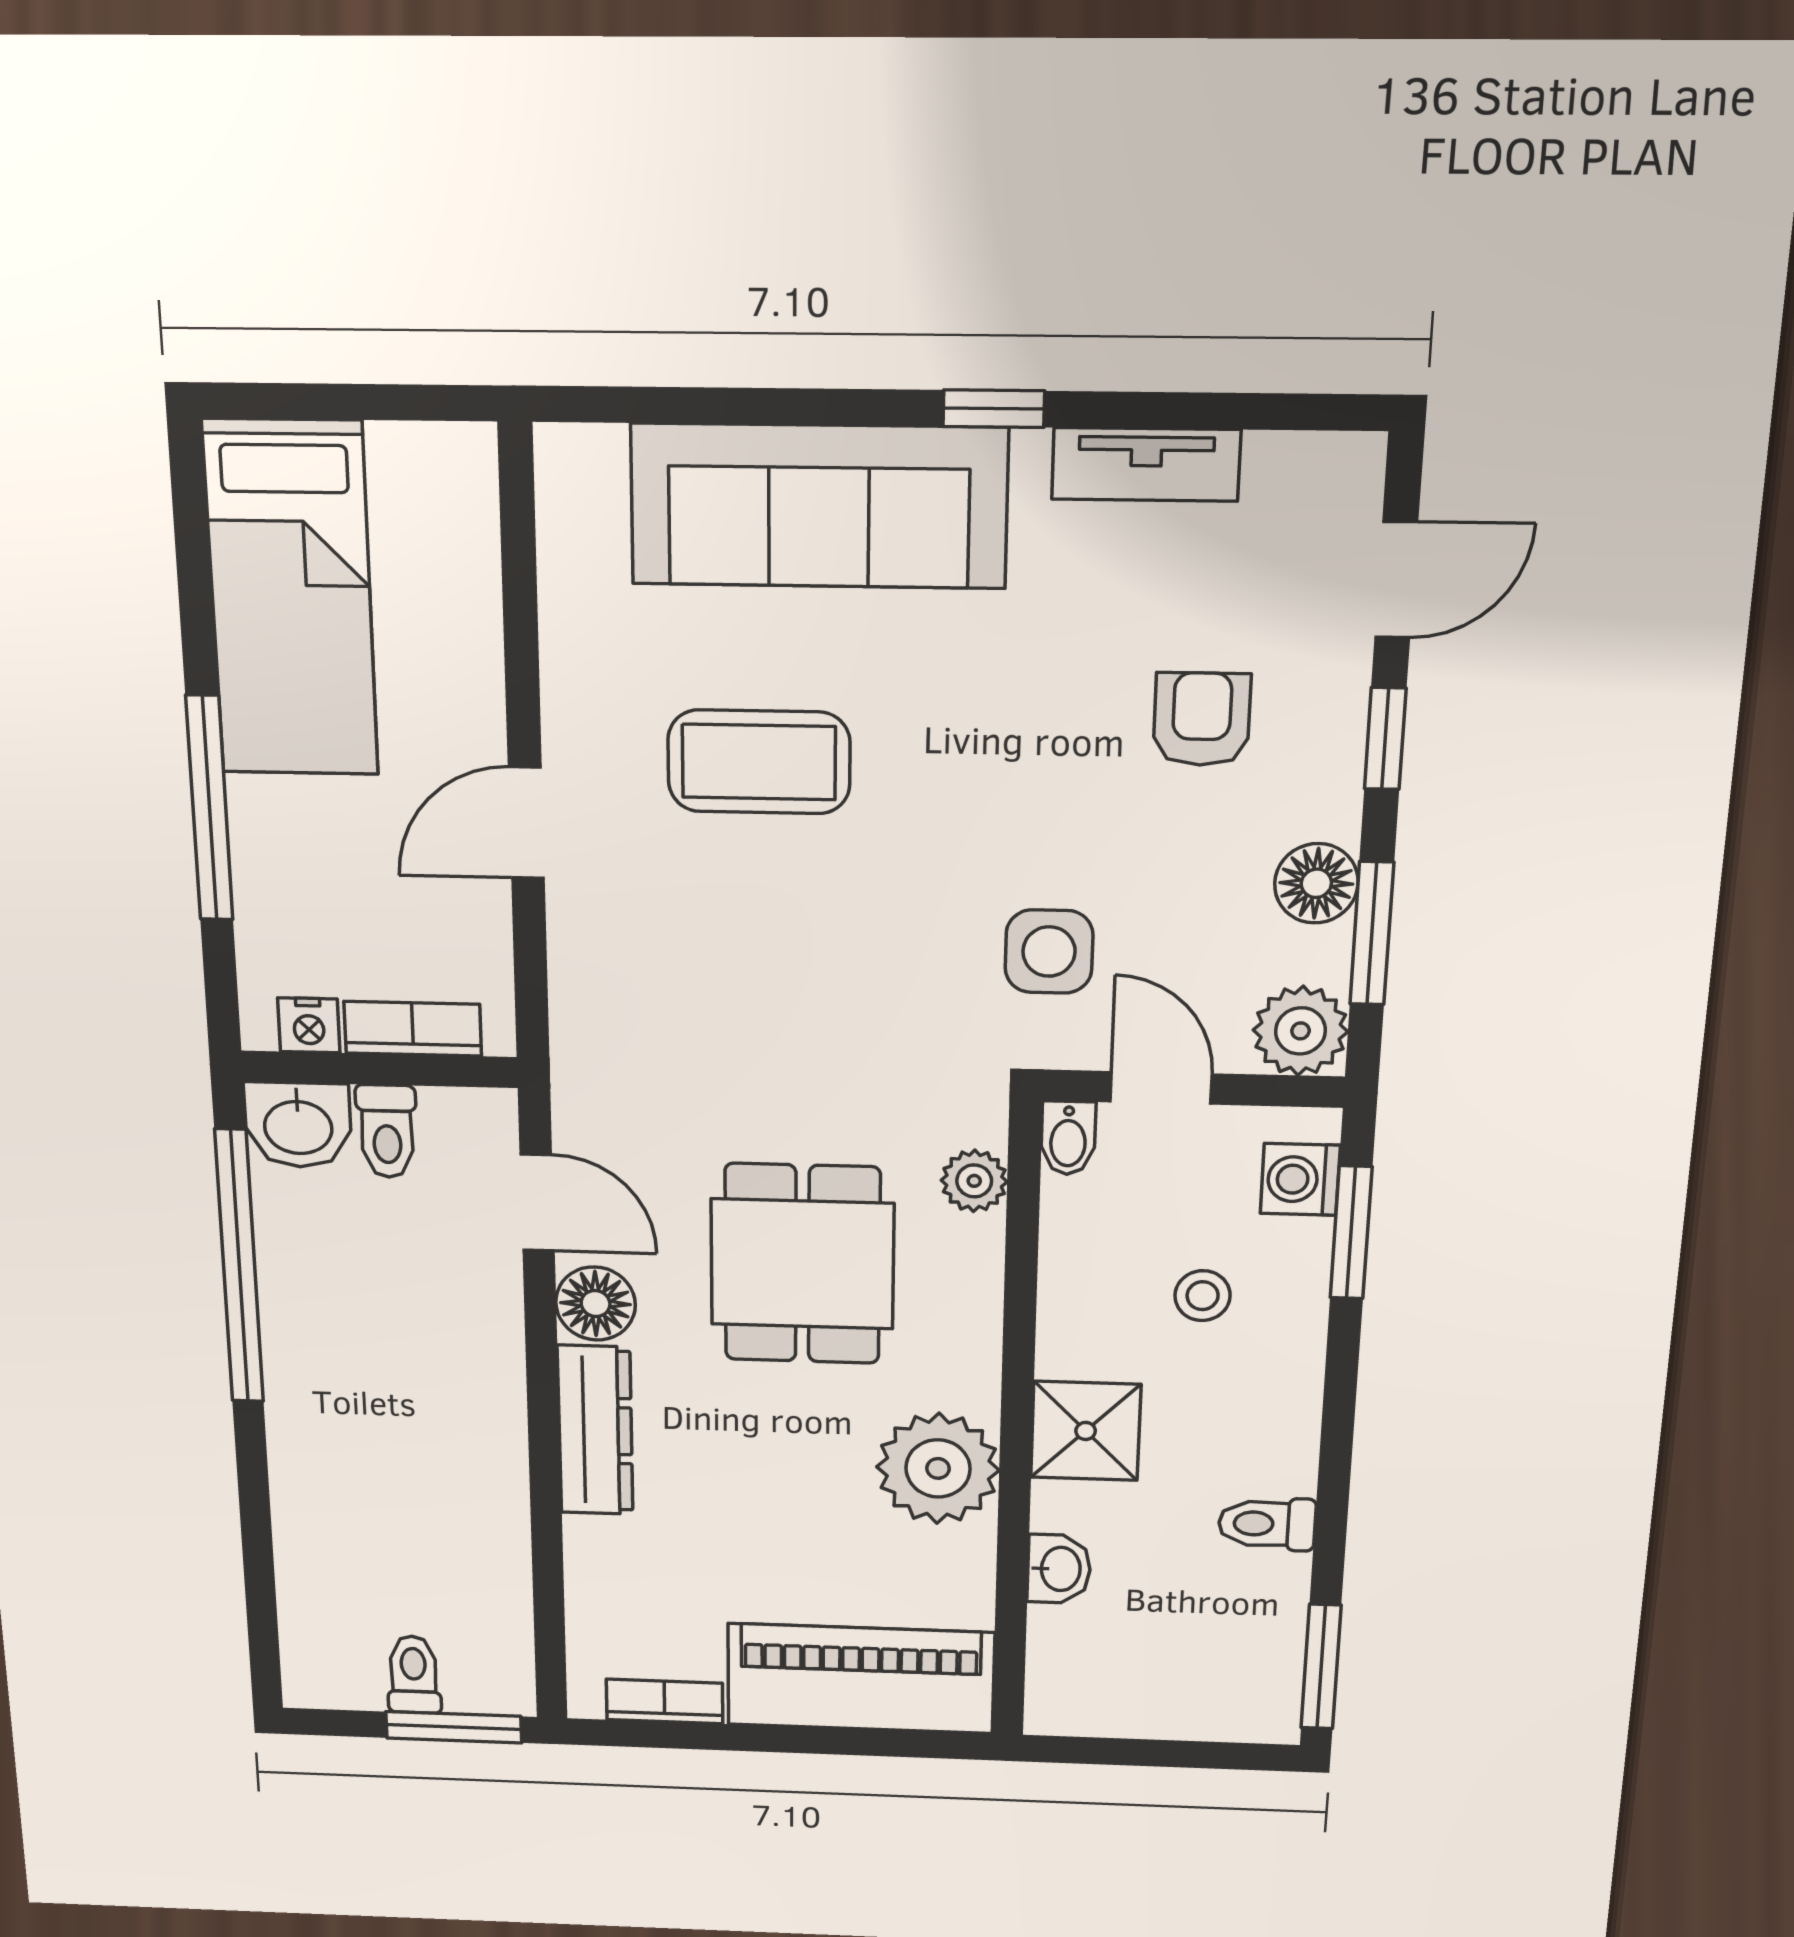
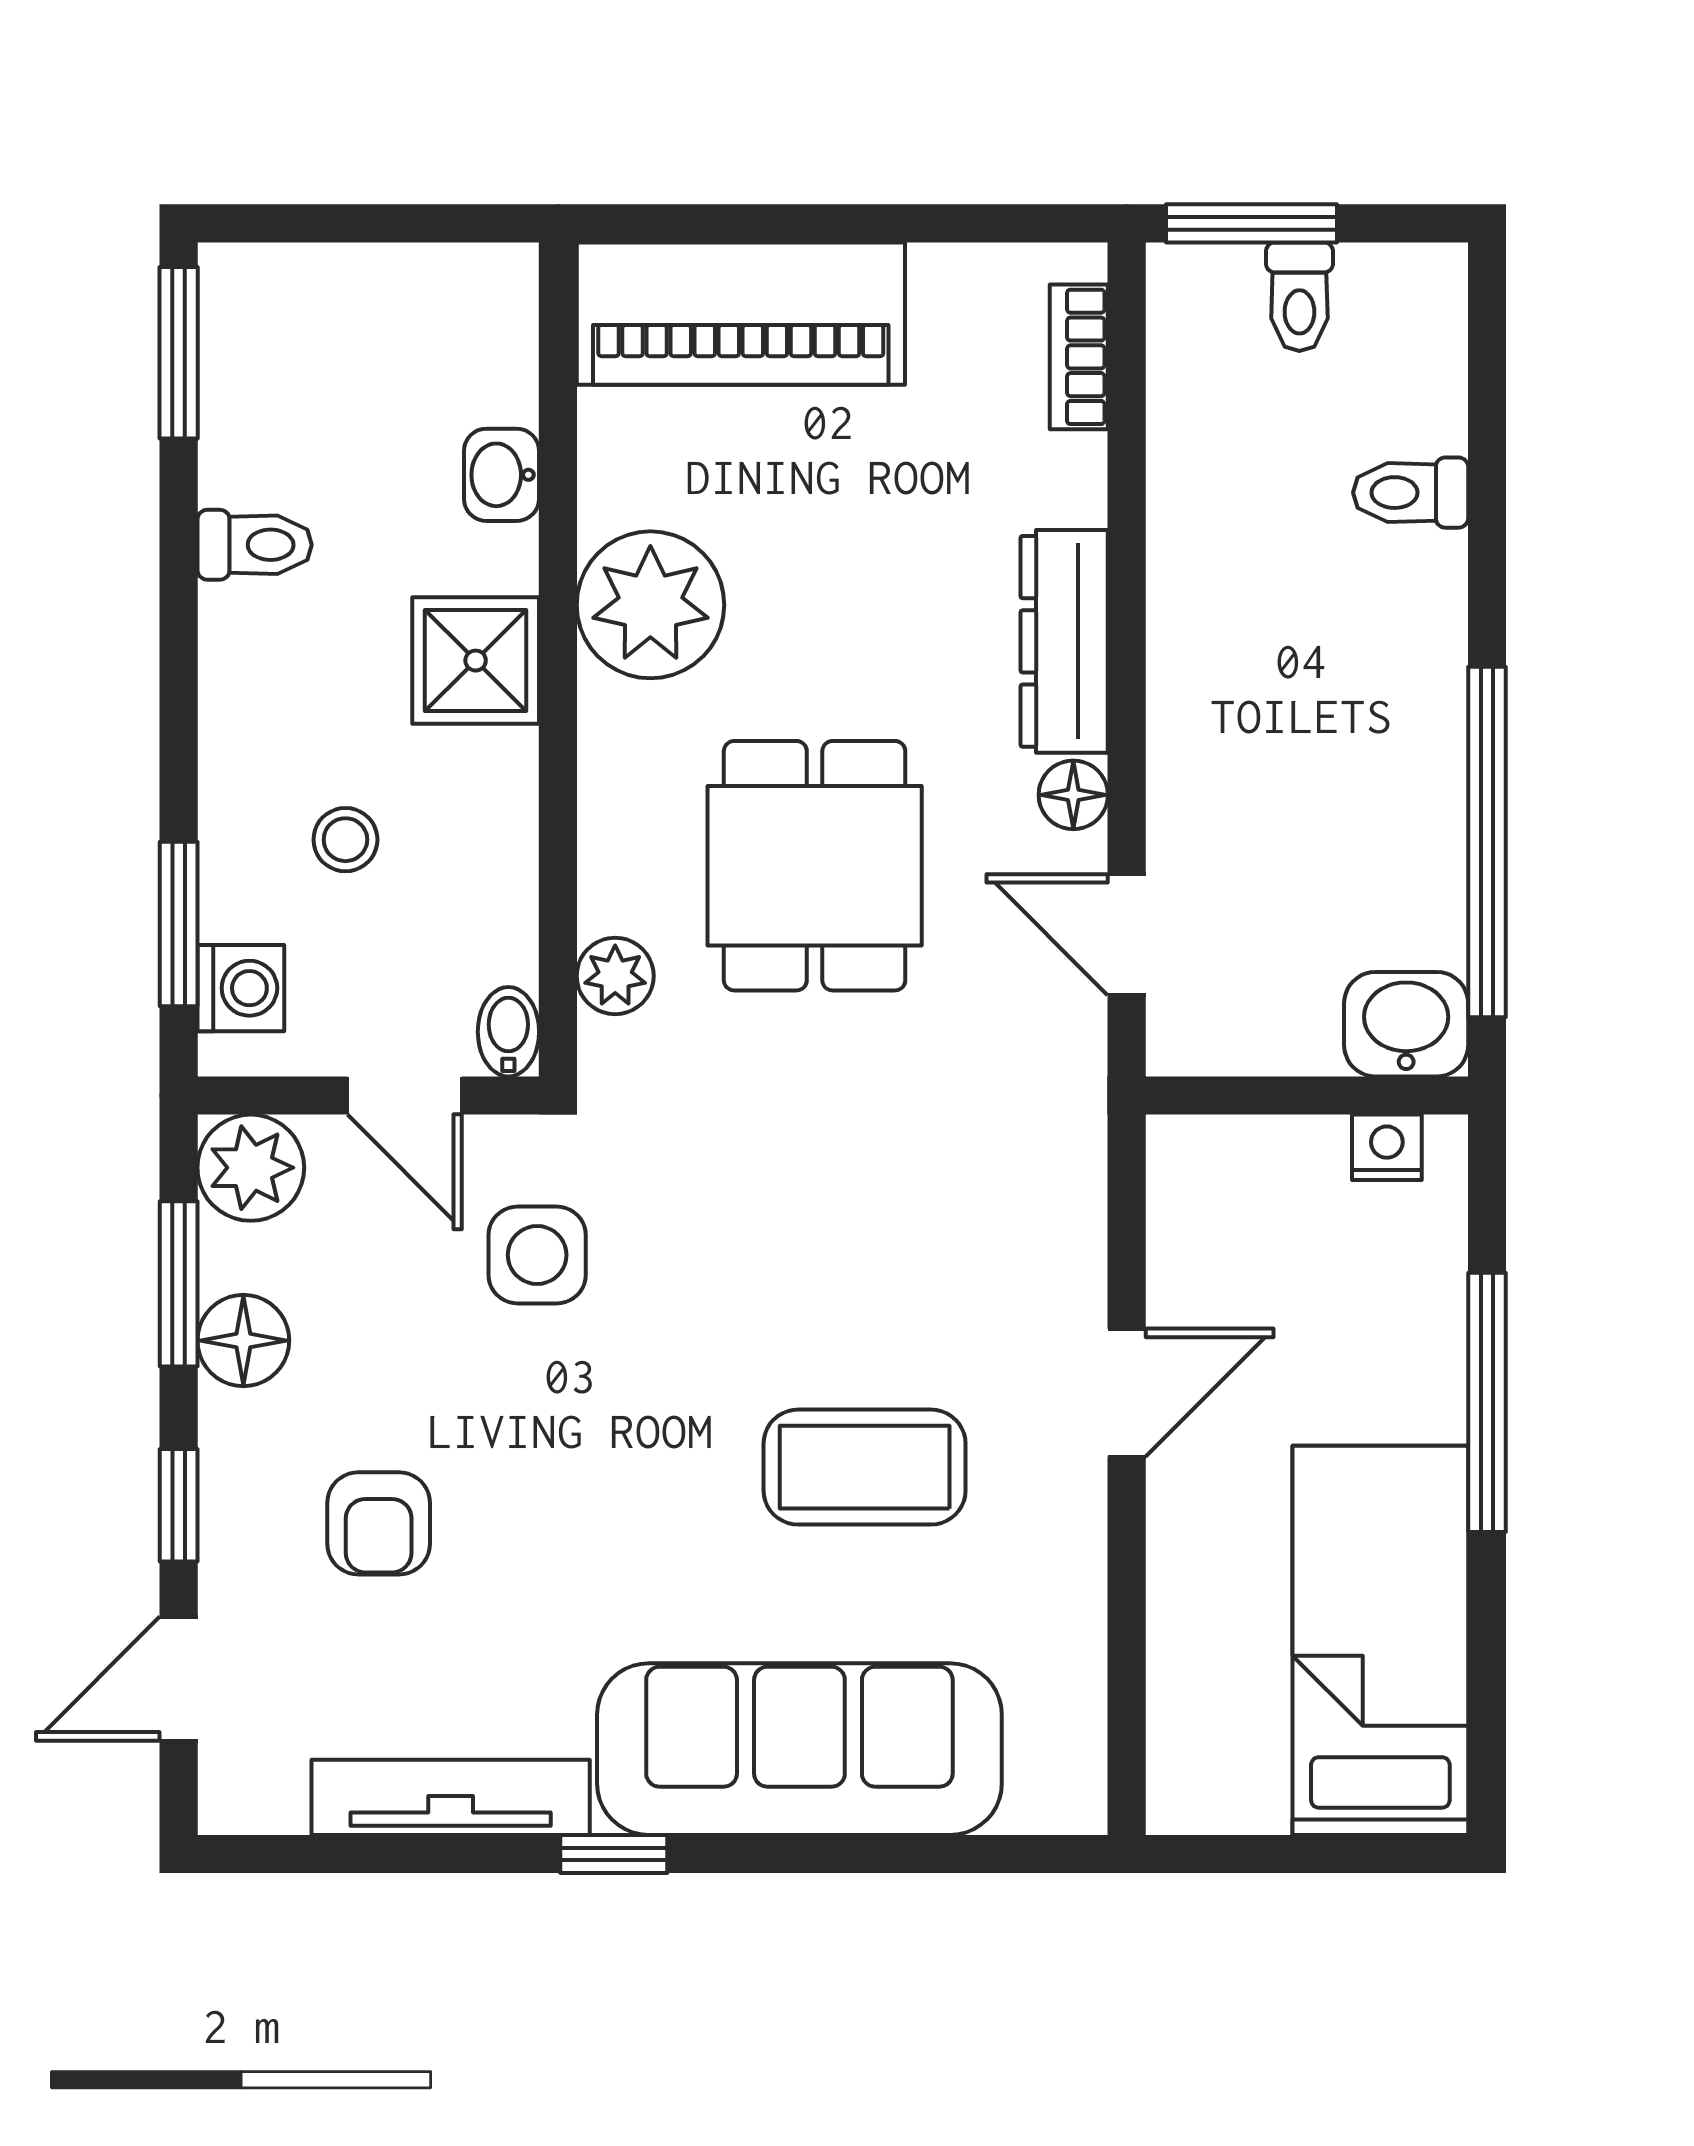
tv unit: (1146, 464) -> (451, 1797), width x1.41
bookcase: (413, 1029) -> (1266, 1146), removed
toilet: (387, 1131) -> (1411, 493), moved, turned -90
floor lamp: (596, 1304) -> (1073, 795), width x0.73, depth x0.73
bookcase: (665, 1701) -> (1079, 357), moved, turned 90

